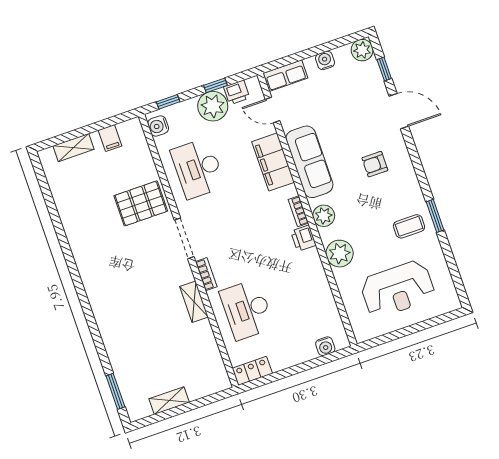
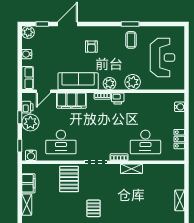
filing cabinet: (110, 138) -> (28, 183), width x2.00
pallet: (106, 261) -> (94, 208), added
locker: (252, 371) -> (179, 139), moved

